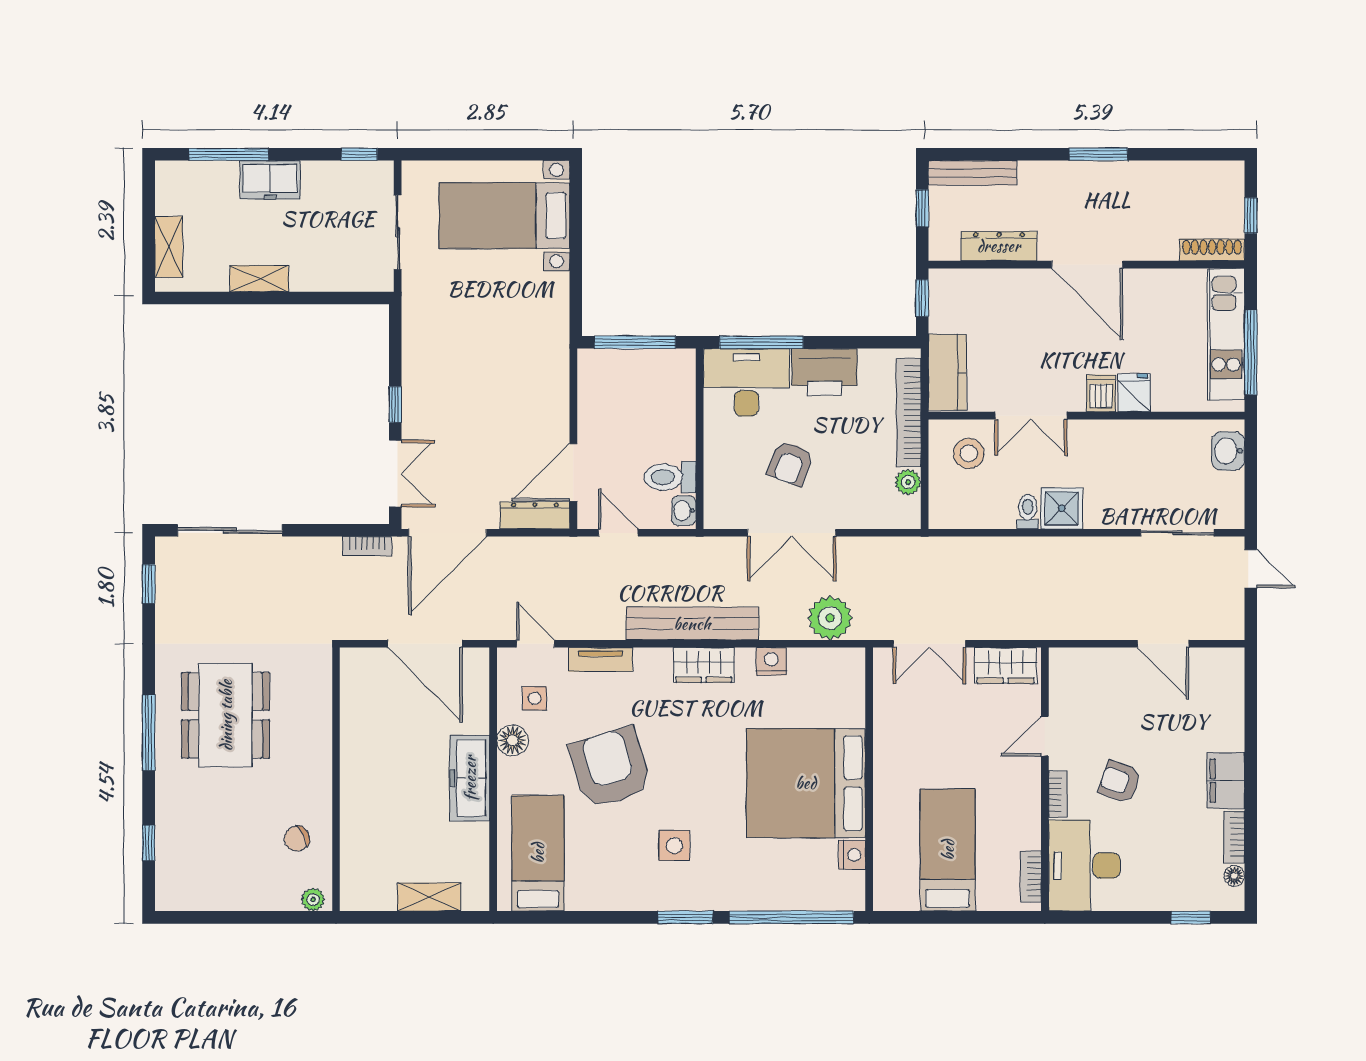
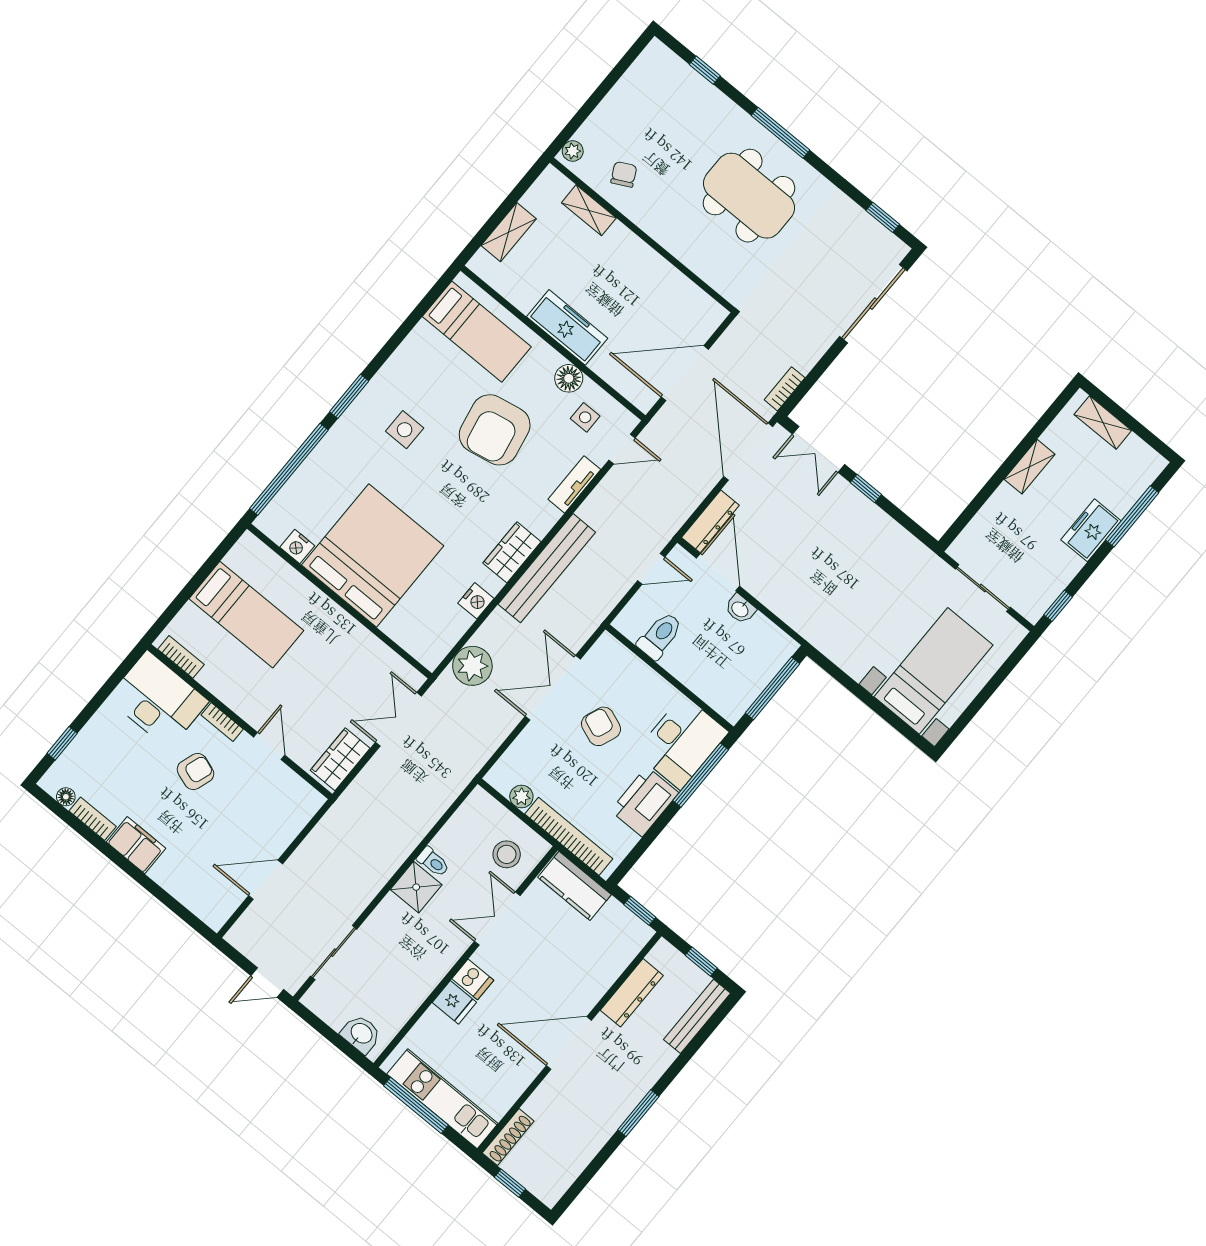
washbasin: (684, 511) -> (740, 609), moved, turned 180
armchair: (610, 768) -> (495, 430), turned 96
shelving: (353, 843) -> (589, 210), added

